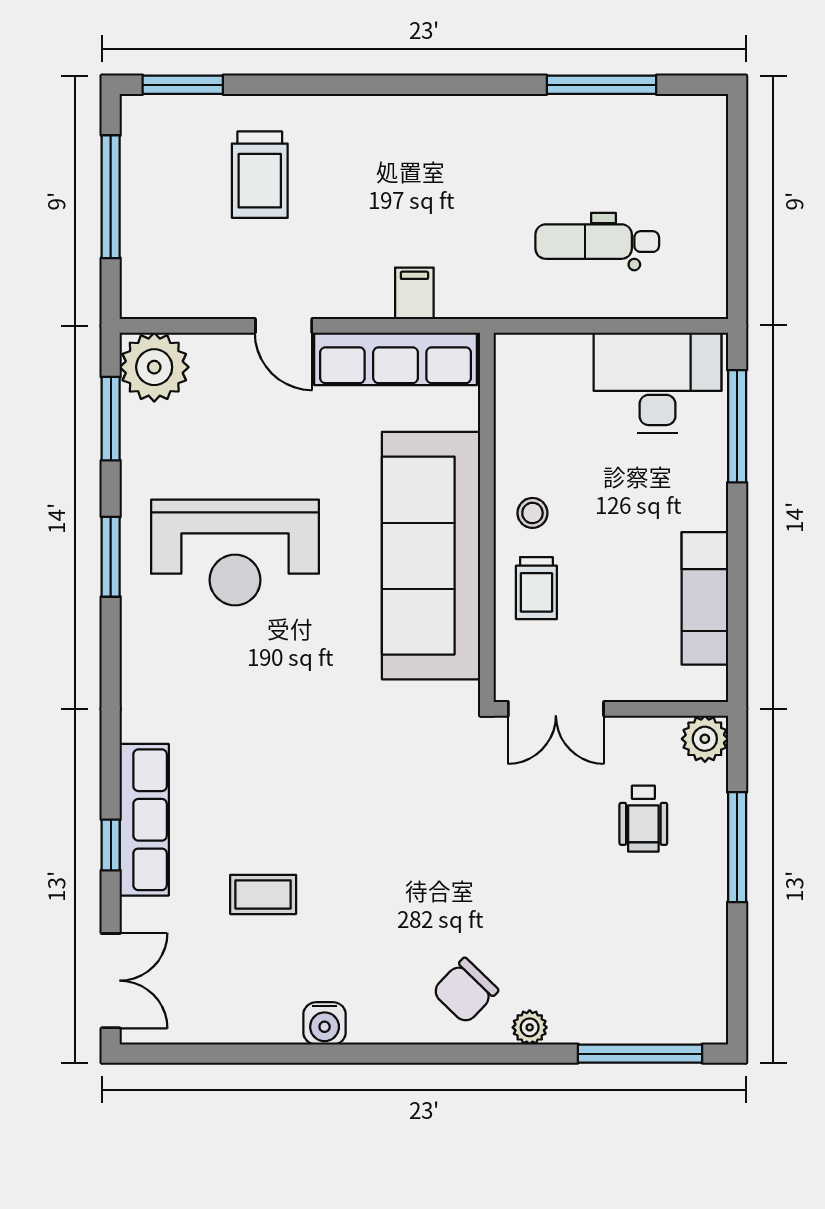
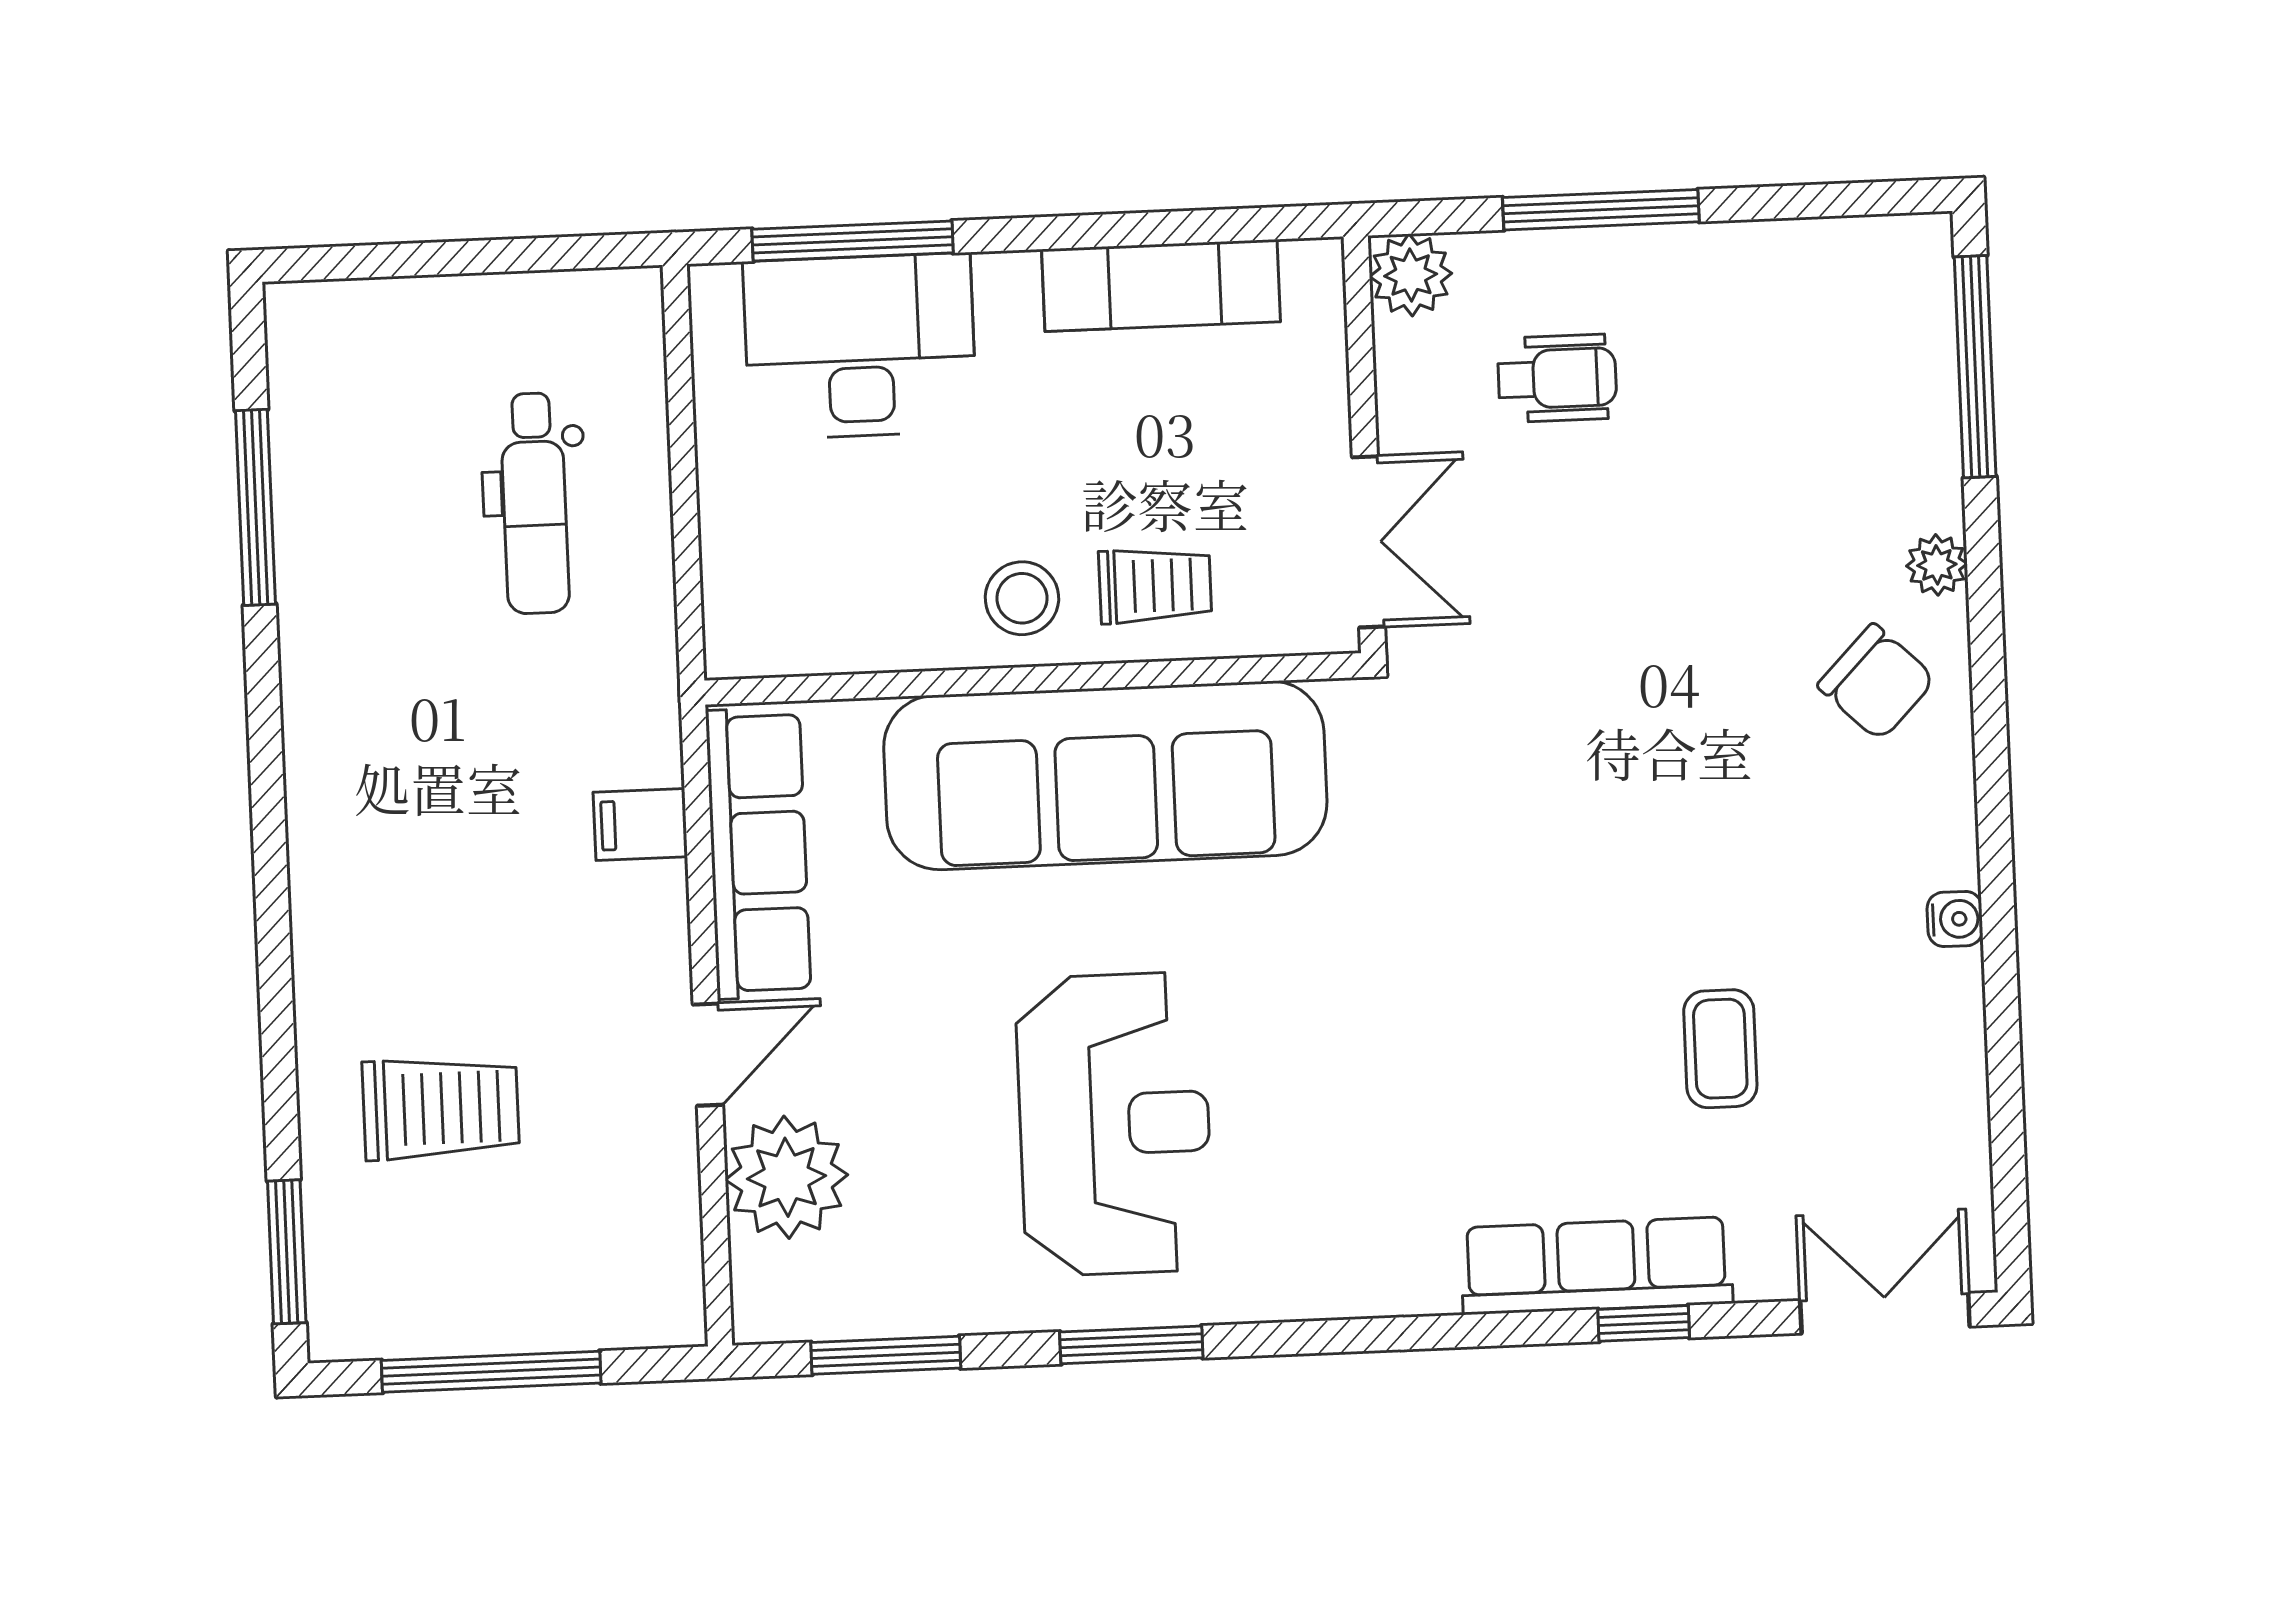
plant: (154, 367) -> (787, 1177), moved
desk: (657, 383) -> (860, 346), moved, turned 90
stool: (532, 513) -> (1022, 598), width x1.37, depth x1.37
water cooler: (325, 1023) -> (1955, 919), width x0.72, depth x0.72

